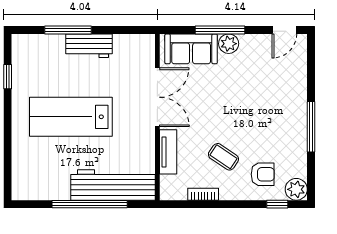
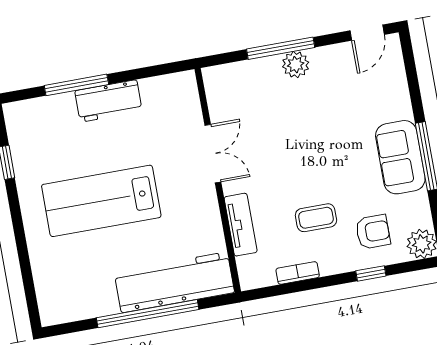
sofa: (191, 49) -> (400, 157), moved, turned 90
double door: (157, 97) -> (213, 154), width x0.73
coffee table: (223, 157) -> (316, 218), turned -34
window: (277, 204) -> (371, 273), moved

